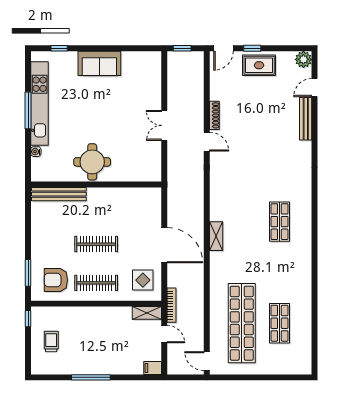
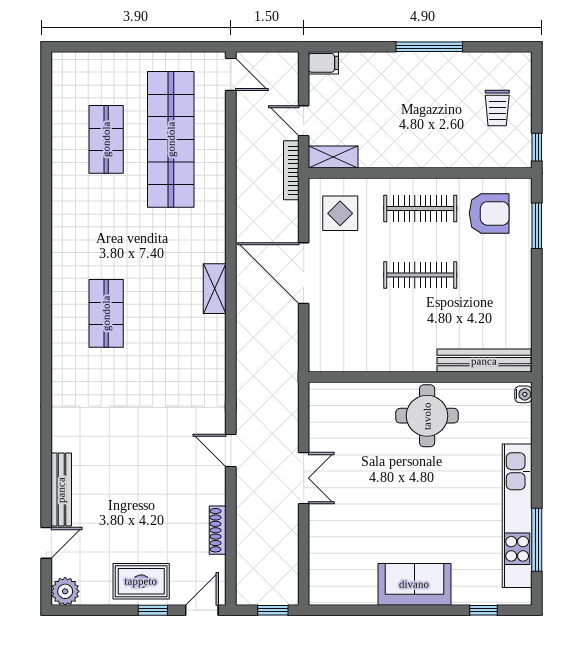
window: (28, 110) -> (537, 540), moved
shoe rack: (214, 115) -> (218, 530), moved
water cooler: (36, 152) -> (523, 394), moved

